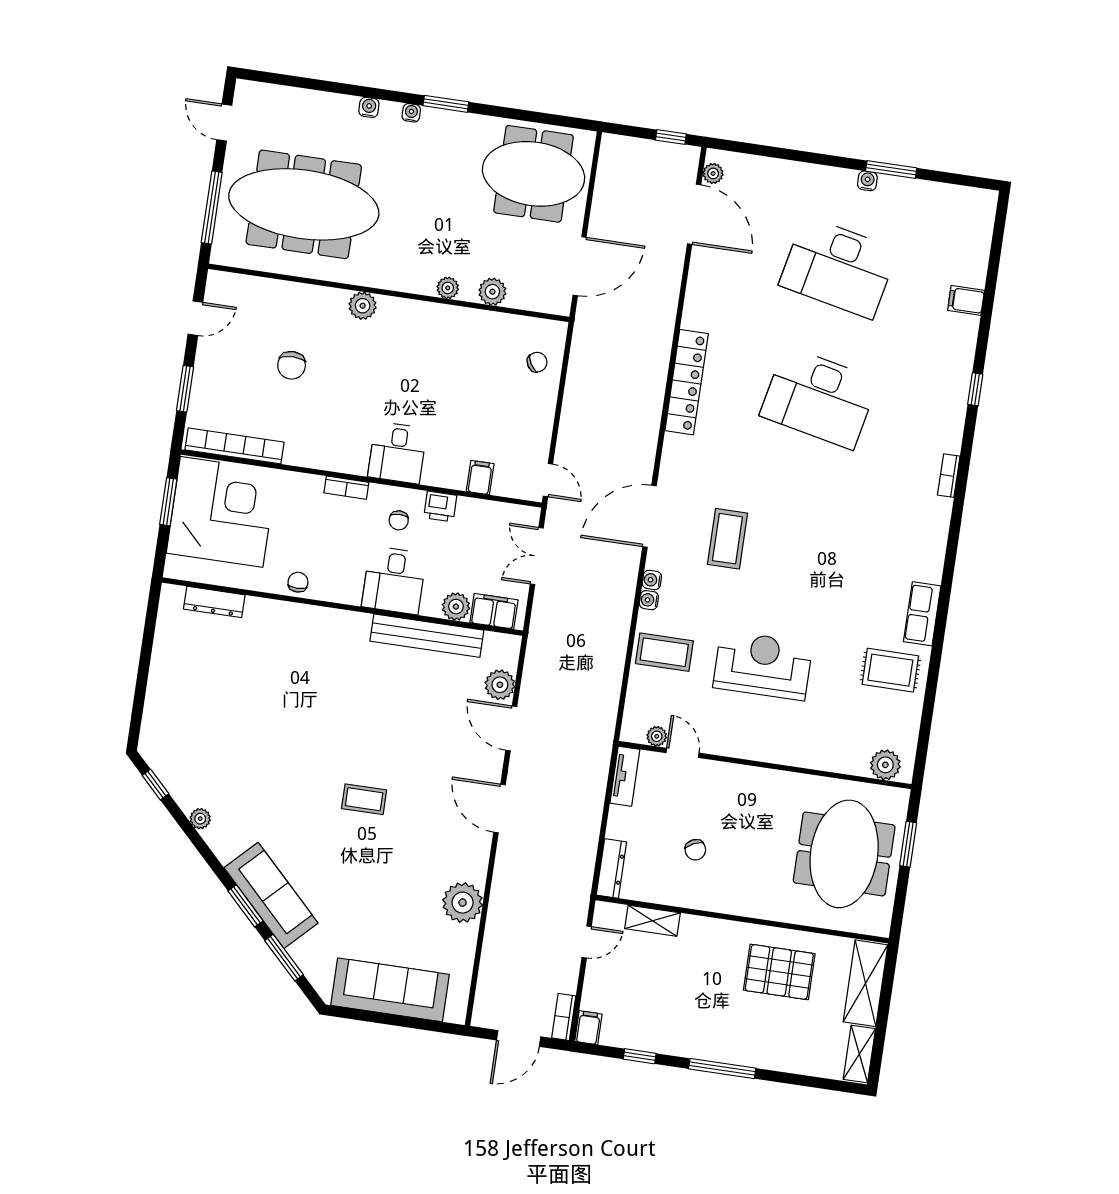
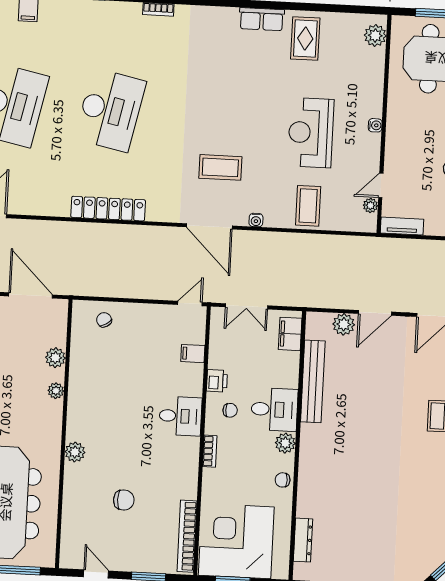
water cooler: (649, 600) -> (375, 125), moved, turned -90
plant: (456, 607) -> (285, 443), moved

